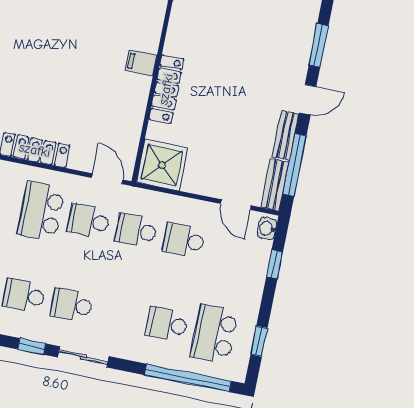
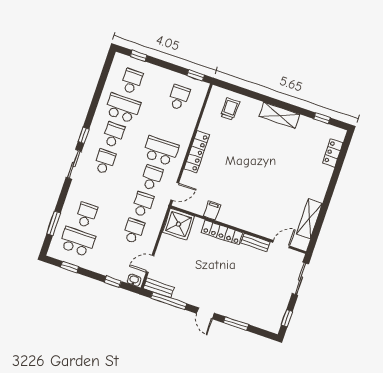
filing cabinet: (141, 63) -> (212, 211), moved
bench: (286, 135) -> (255, 242), moved
window: (188, 378) -> (54, 223), width x0.47

